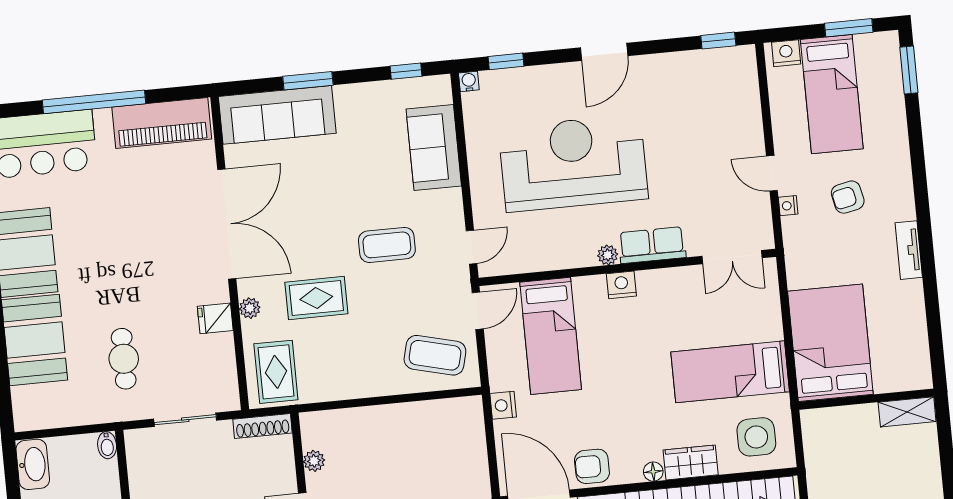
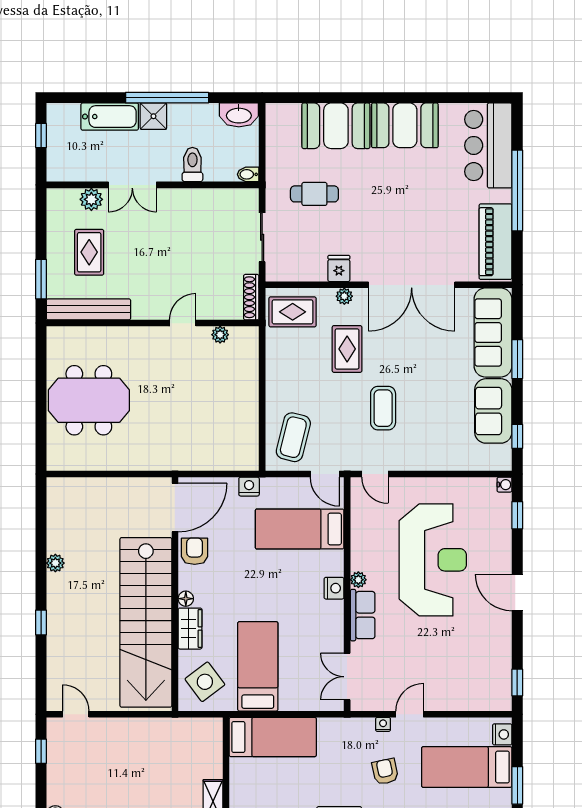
sofa: (434, 148) -> (493, 411), moved, turned -90
bed: (830, 343) -> (273, 737), width x0.67
side table: (756, 437) -> (205, 682), turned -37

